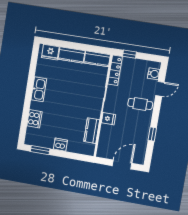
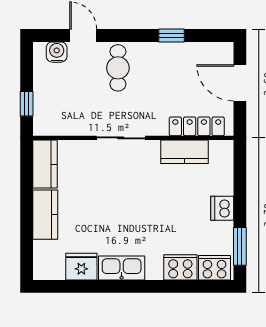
fridge: (50, 52) -> (81, 267), moved, turned -90
locker: (115, 70) -> (197, 126), moved
fridge: (108, 119) -> (156, 123), removed
cooker: (32, 136) -> (215, 268), added

